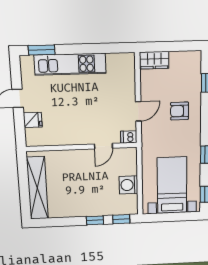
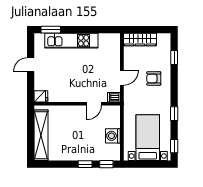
wardrobe: (154, 60) -> (140, 39), width x1.50
fridge: (33, 120) -> (41, 96), moved

